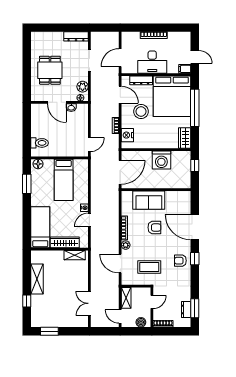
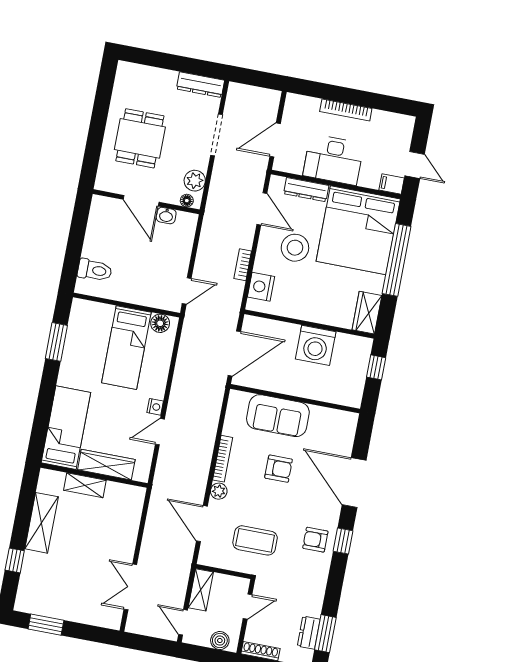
floor lamp: (38, 164) -> (160, 323), moved
shelving: (75, 255) -> (85, 485), moved

